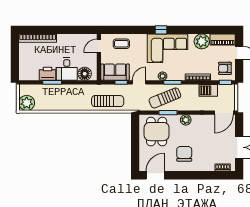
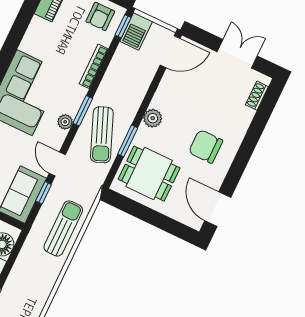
plant: (202, 41) -> (40, 33), removed
barbecue: (208, 90) -> (136, 31), moved
door: (224, 113) -> (170, 52), hinge flipped

